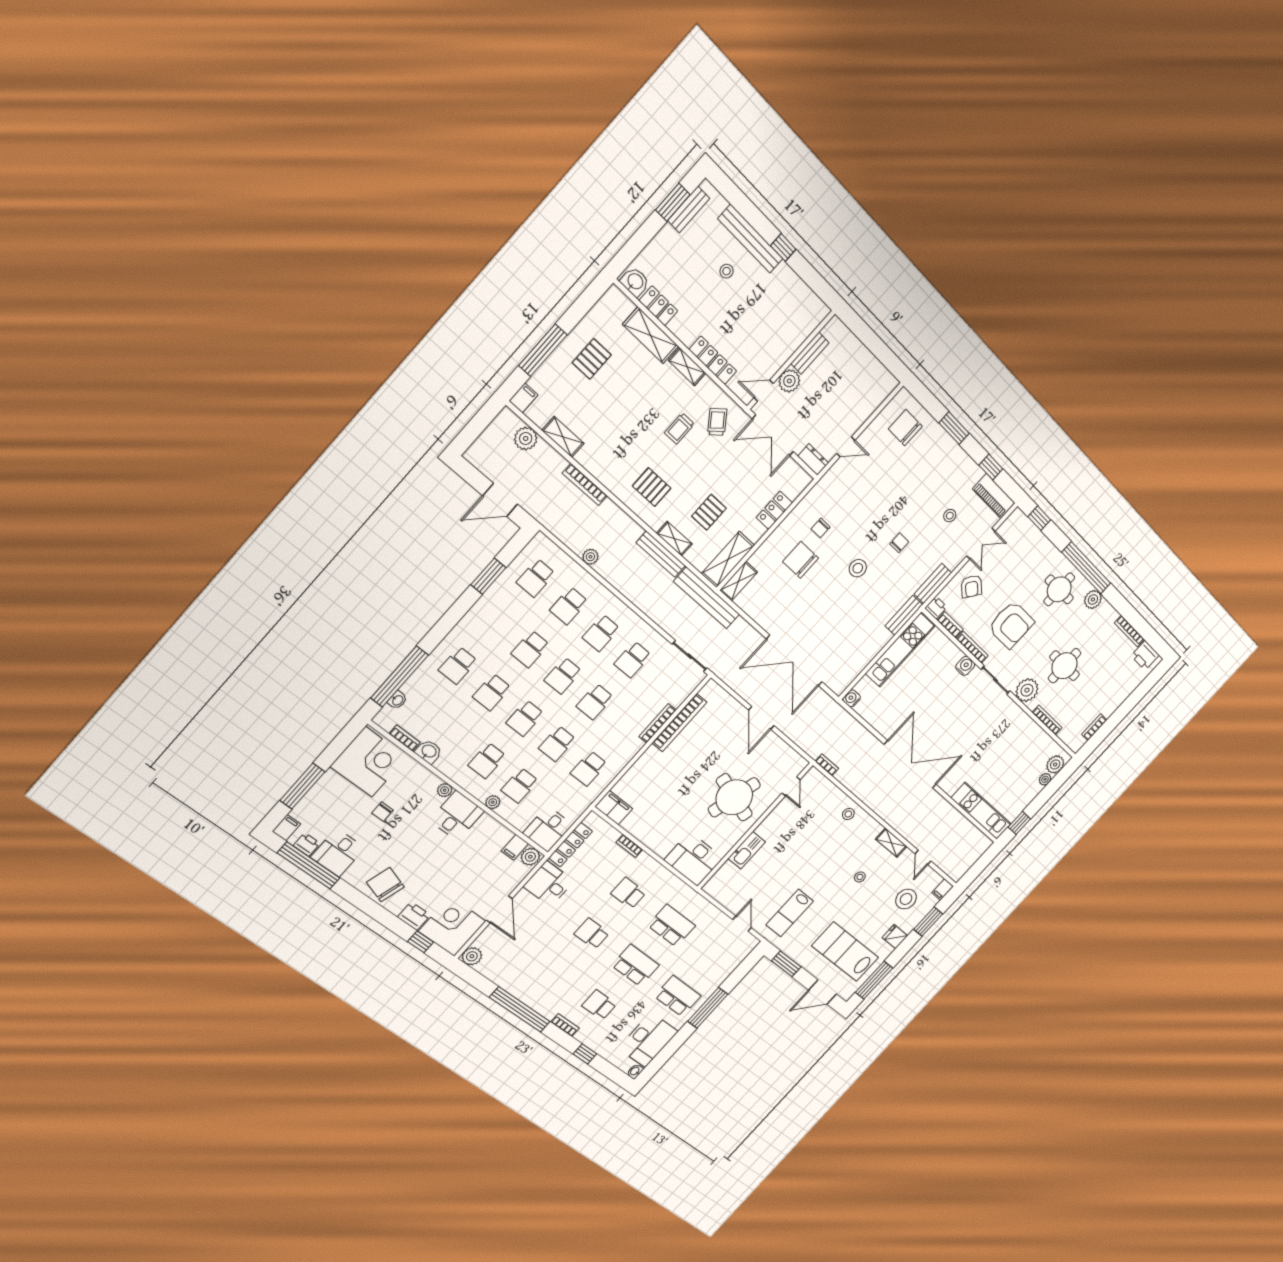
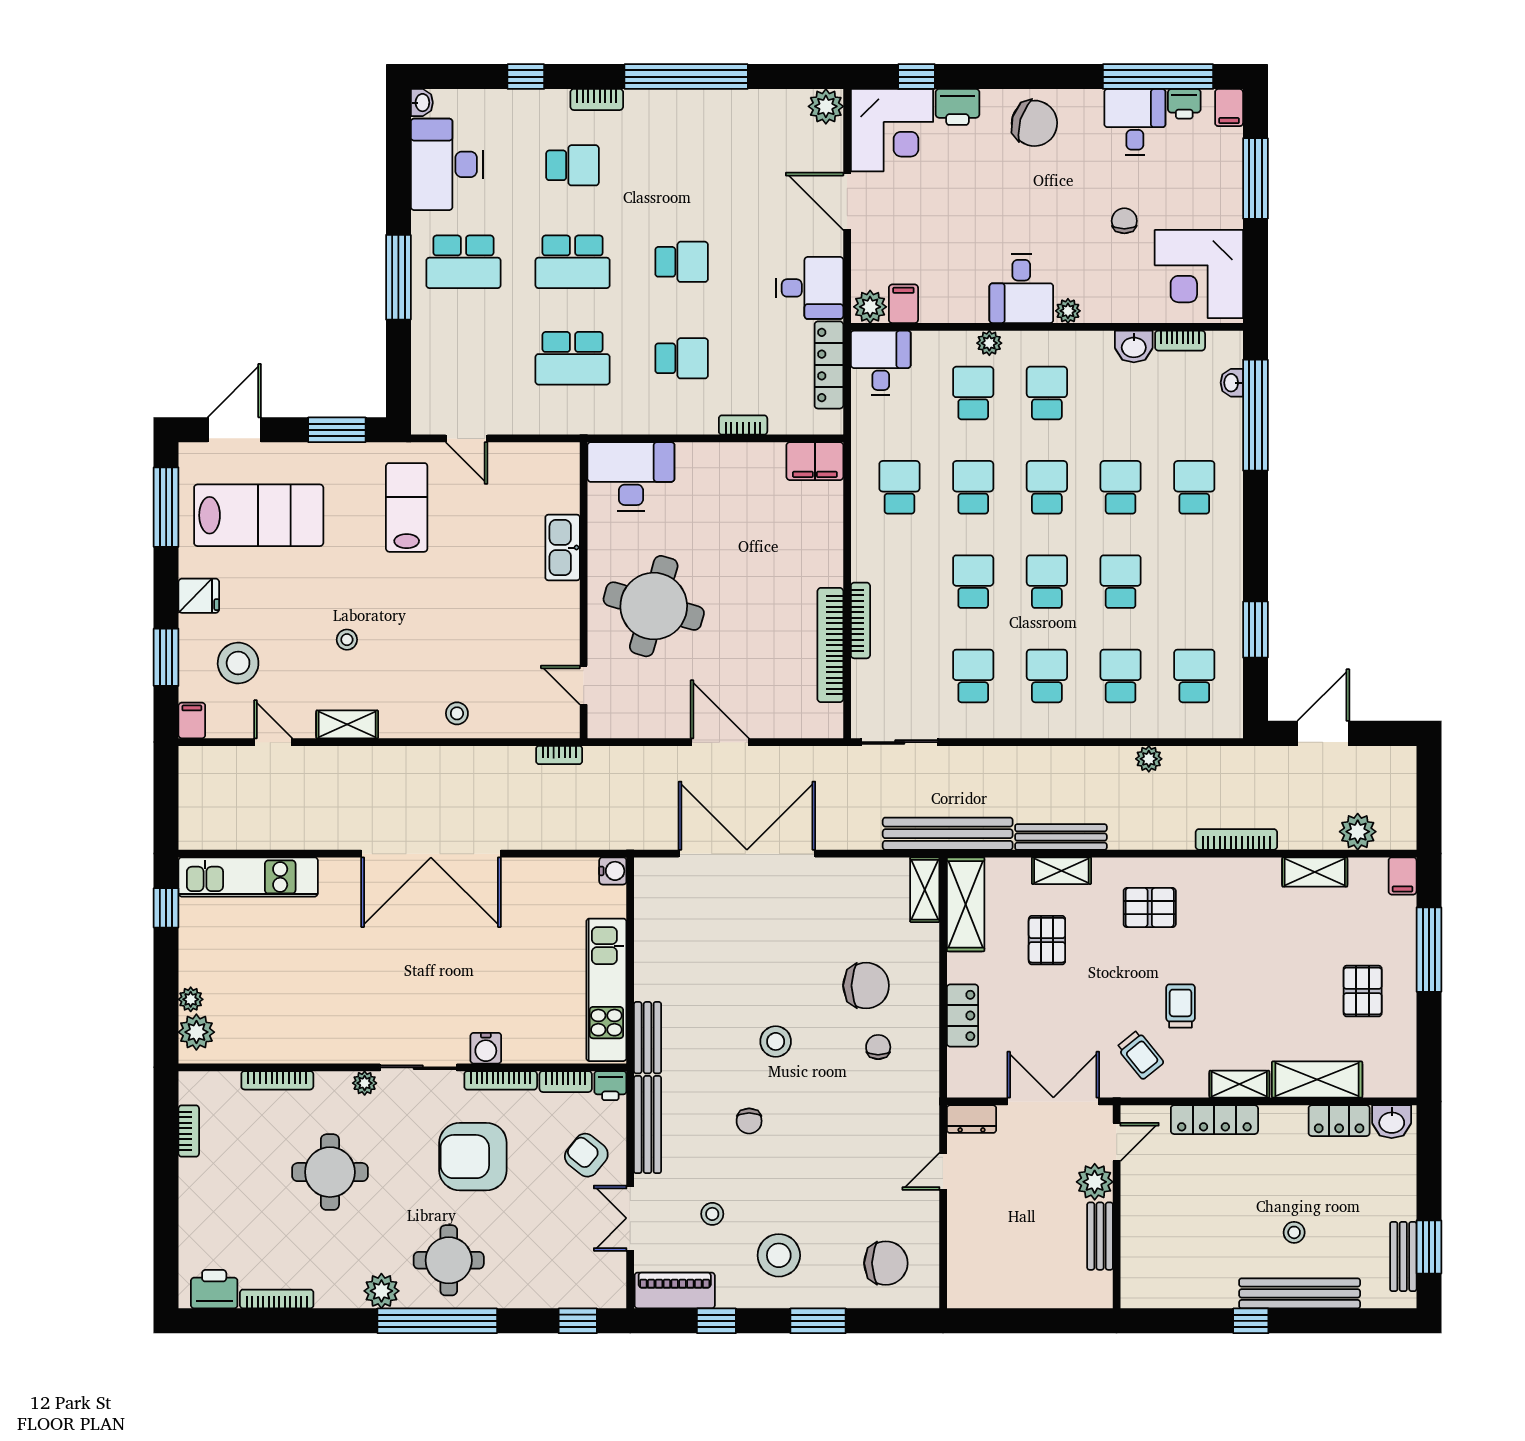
stool: (942, 472) -> (779, 1255), added
bench: (933, 583) -> (648, 1125), width x1.36
plant: (1027, 690) -> (365, 1083), width x0.53, depth x0.53

